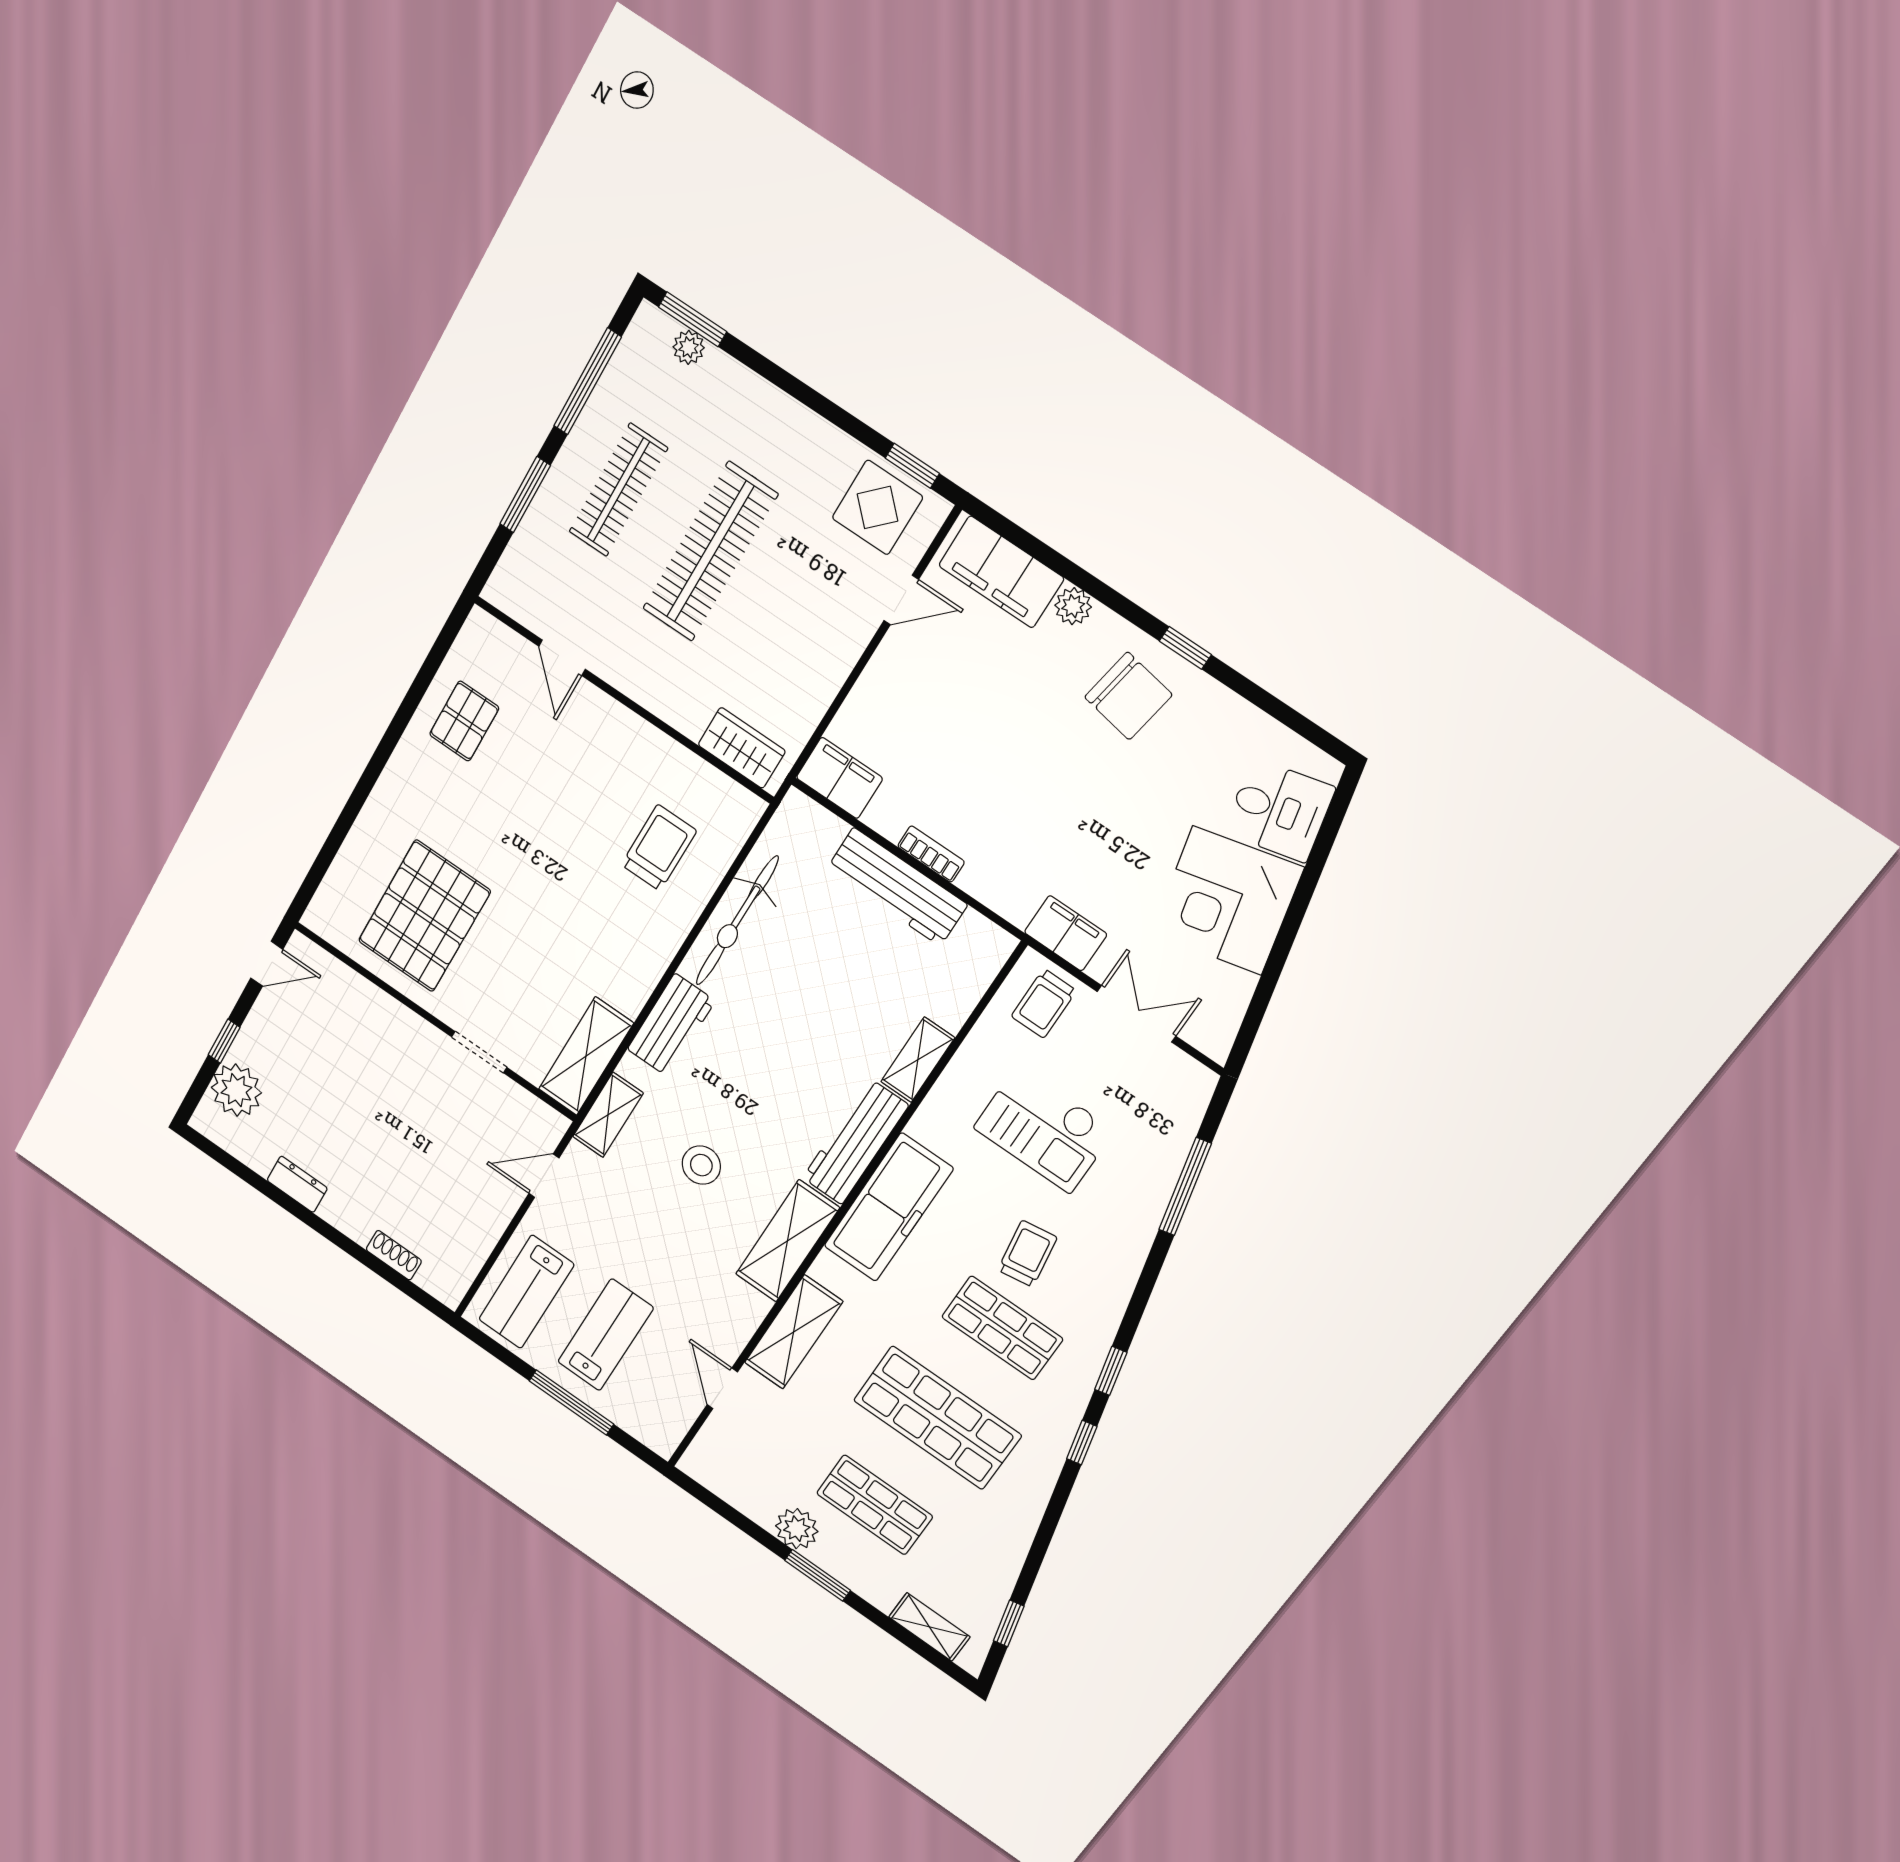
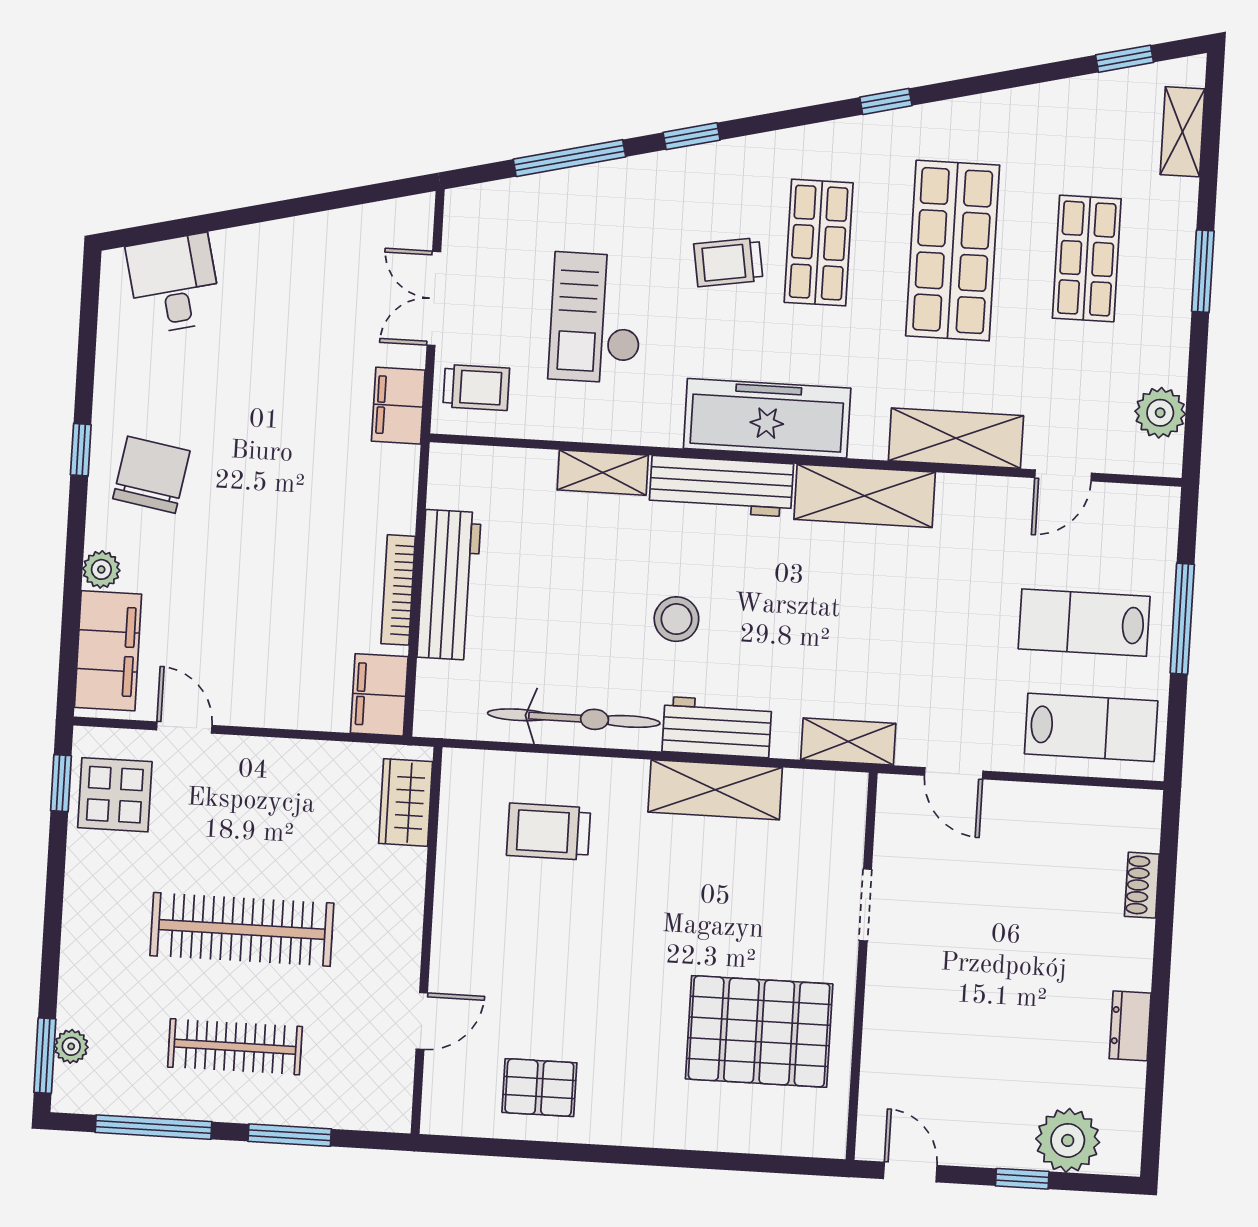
bookcase: (931, 854) -> (398, 590), width x1.56
corner desk: (1227, 901) -> (281, 280), removed
shelving: (586, 1056) -> (715, 790), moved
checkout: (1044, 1129) -> (596, 318), turned 180
stool: (701, 1165) -> (676, 619), moved
window: (1111, 1371) -> (692, 136), moved
plant: (797, 1529) -> (1160, 413), moved

